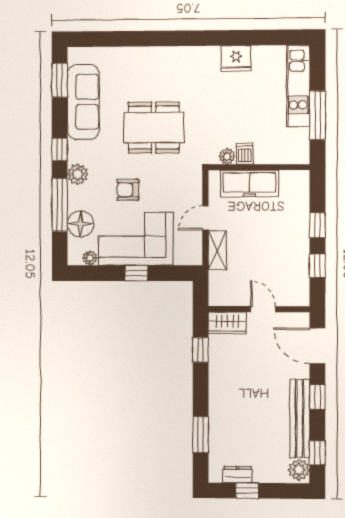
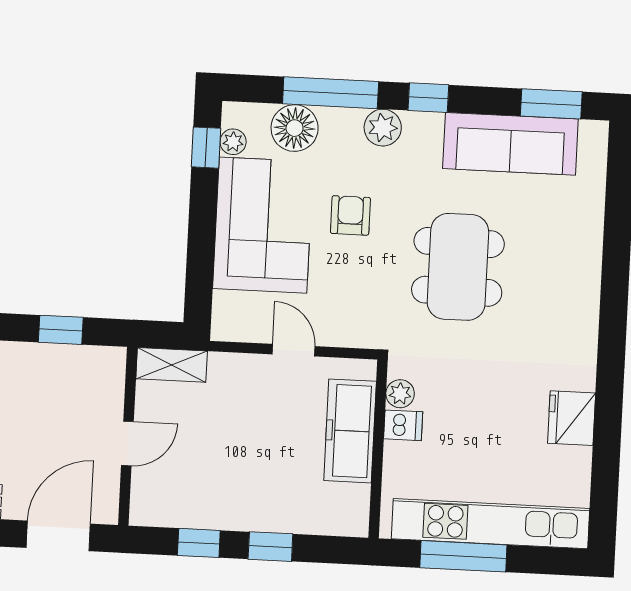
kitchen unit: (298, 86) -> (491, 524), width x1.36
shelving: (217, 250) -> (172, 365), moved
window: (136, 273) -> (206, 148), moved
wardrobe: (227, 323) -> (106, 379), removed

